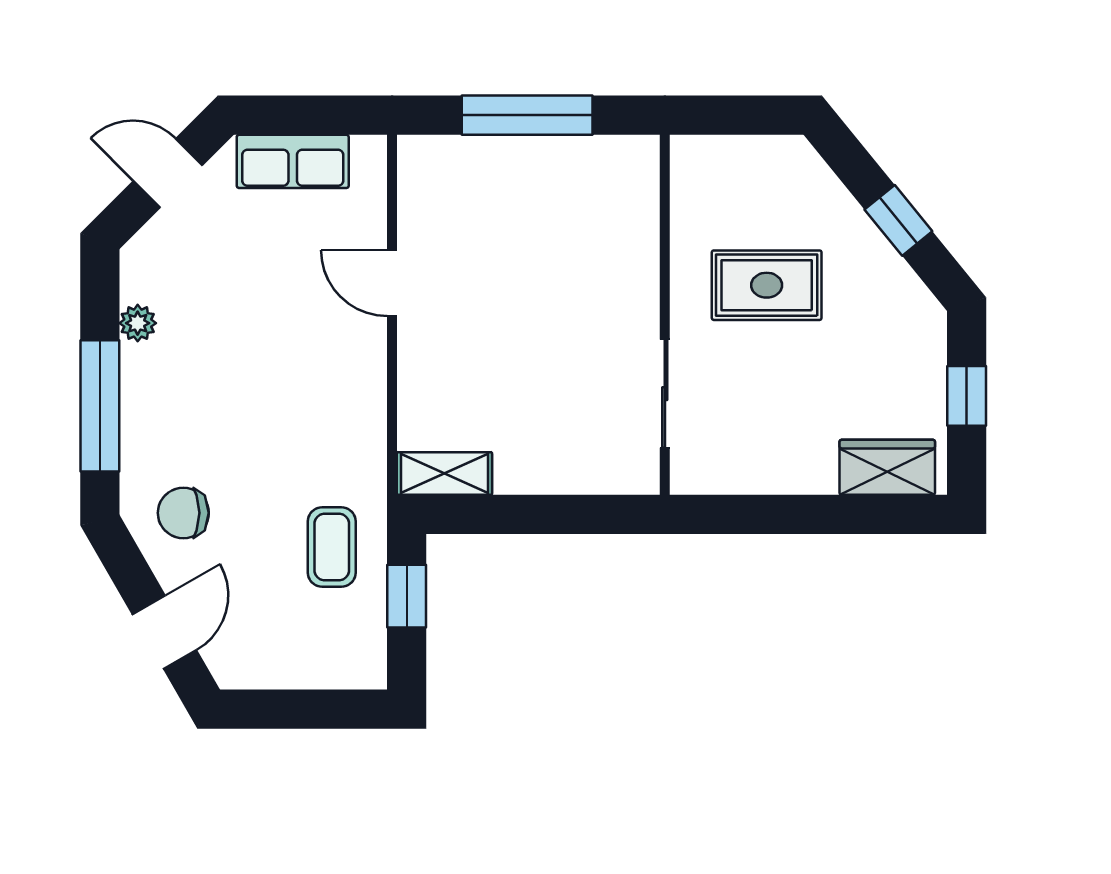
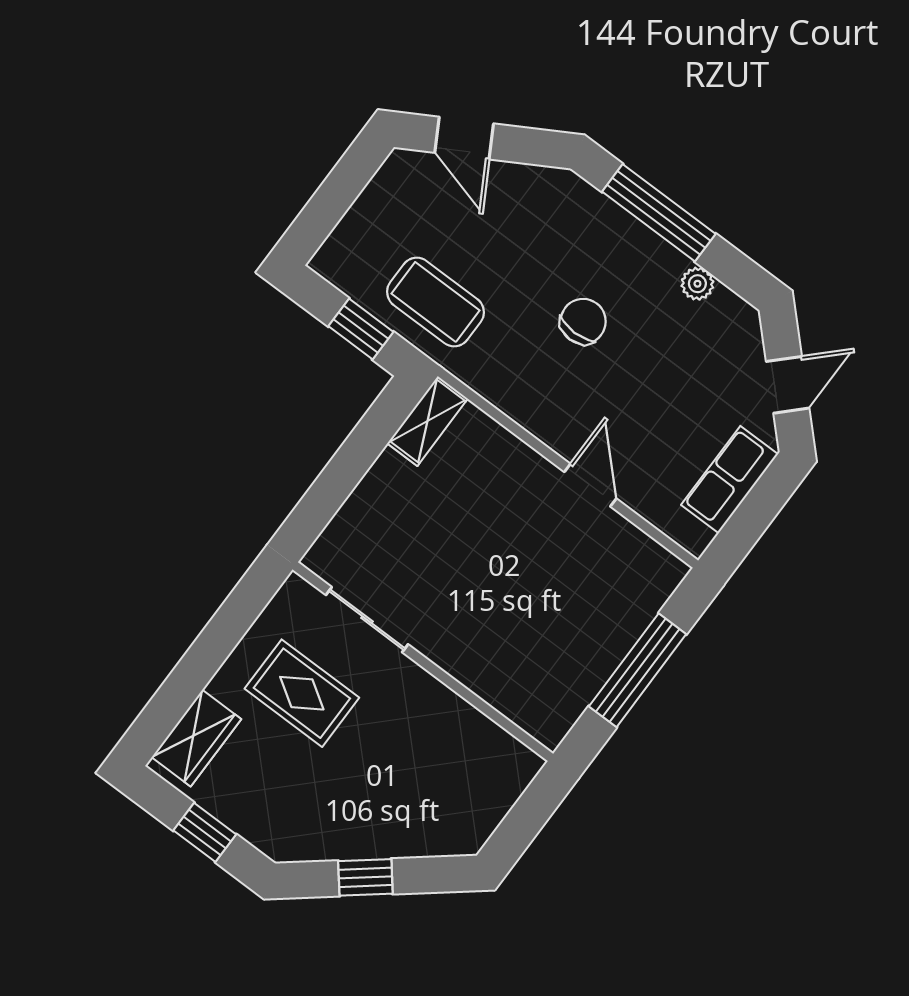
door: (392, 283) -> (590, 485), hinge flipped
rug: (767, 285) -> (302, 693), moved, turned 90
chair: (183, 513) -> (583, 321), moved
coffee table: (332, 547) -> (435, 302), width x1.36, depth x1.30

